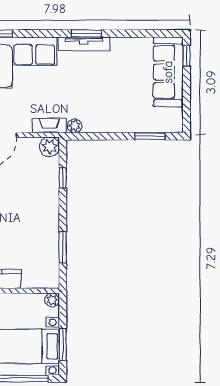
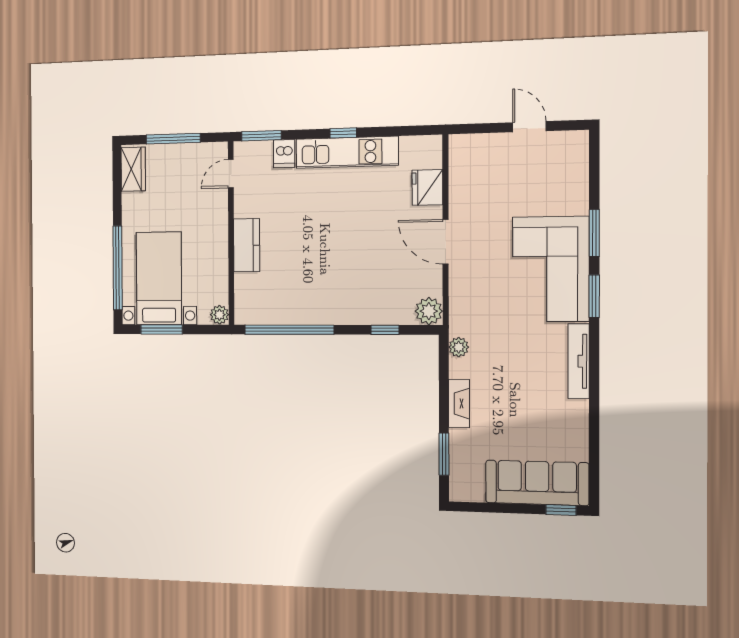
window: (87, 34) -> (594, 296), moved
fireplace: (49, 126) -> (459, 403), moved
window: (63, 248) -> (289, 330), width x2.11

